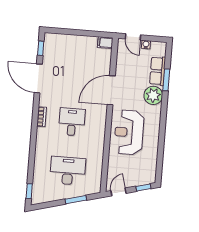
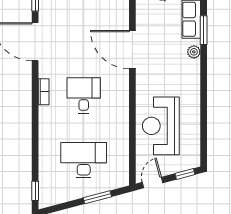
door: (111, 90) -> (132, 50), hinge flipped
plant: (153, 95) -> (194, 52), width x0.53, depth x0.53
reception desk: (129, 132) -> (161, 126), moved

